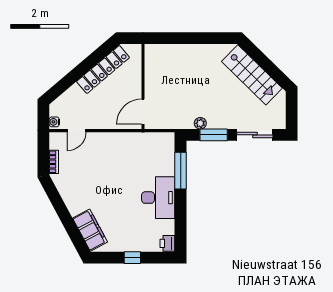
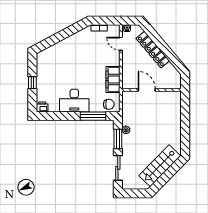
locker: (103, 69) -> (153, 50), moved
door: (143, 112) -> (147, 90), moved
chair: (164, 148) -> (109, 104), added
filing cabinet: (90, 230) -> (113, 80), moved, turned 118

